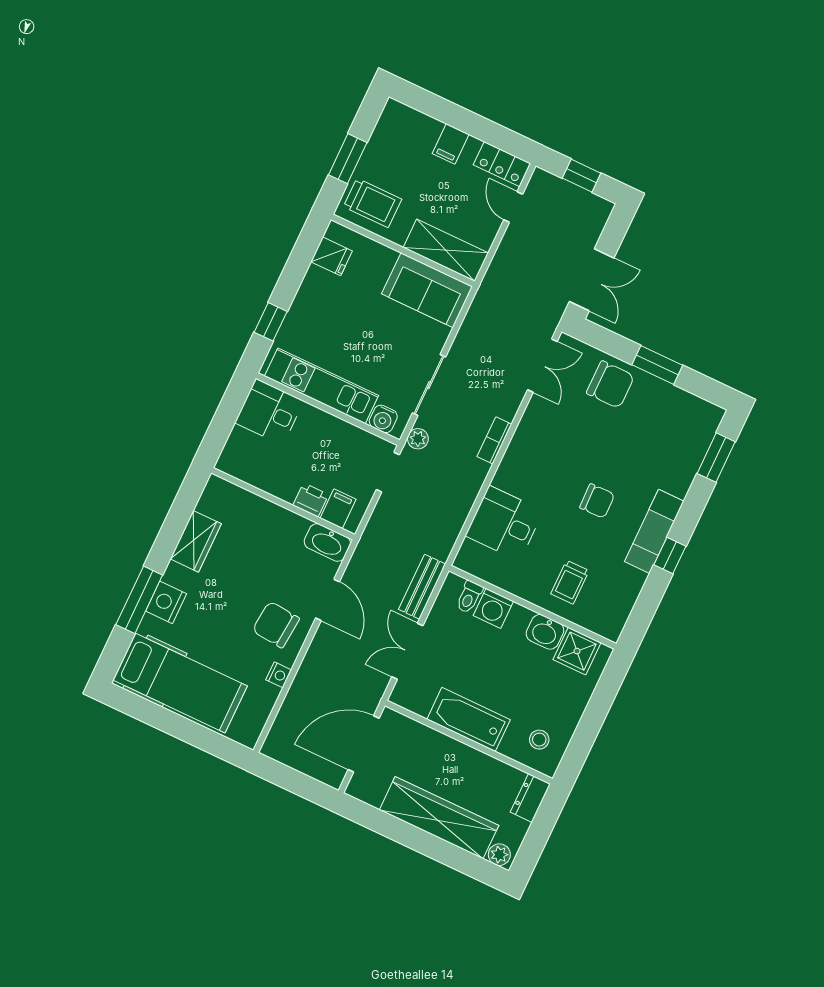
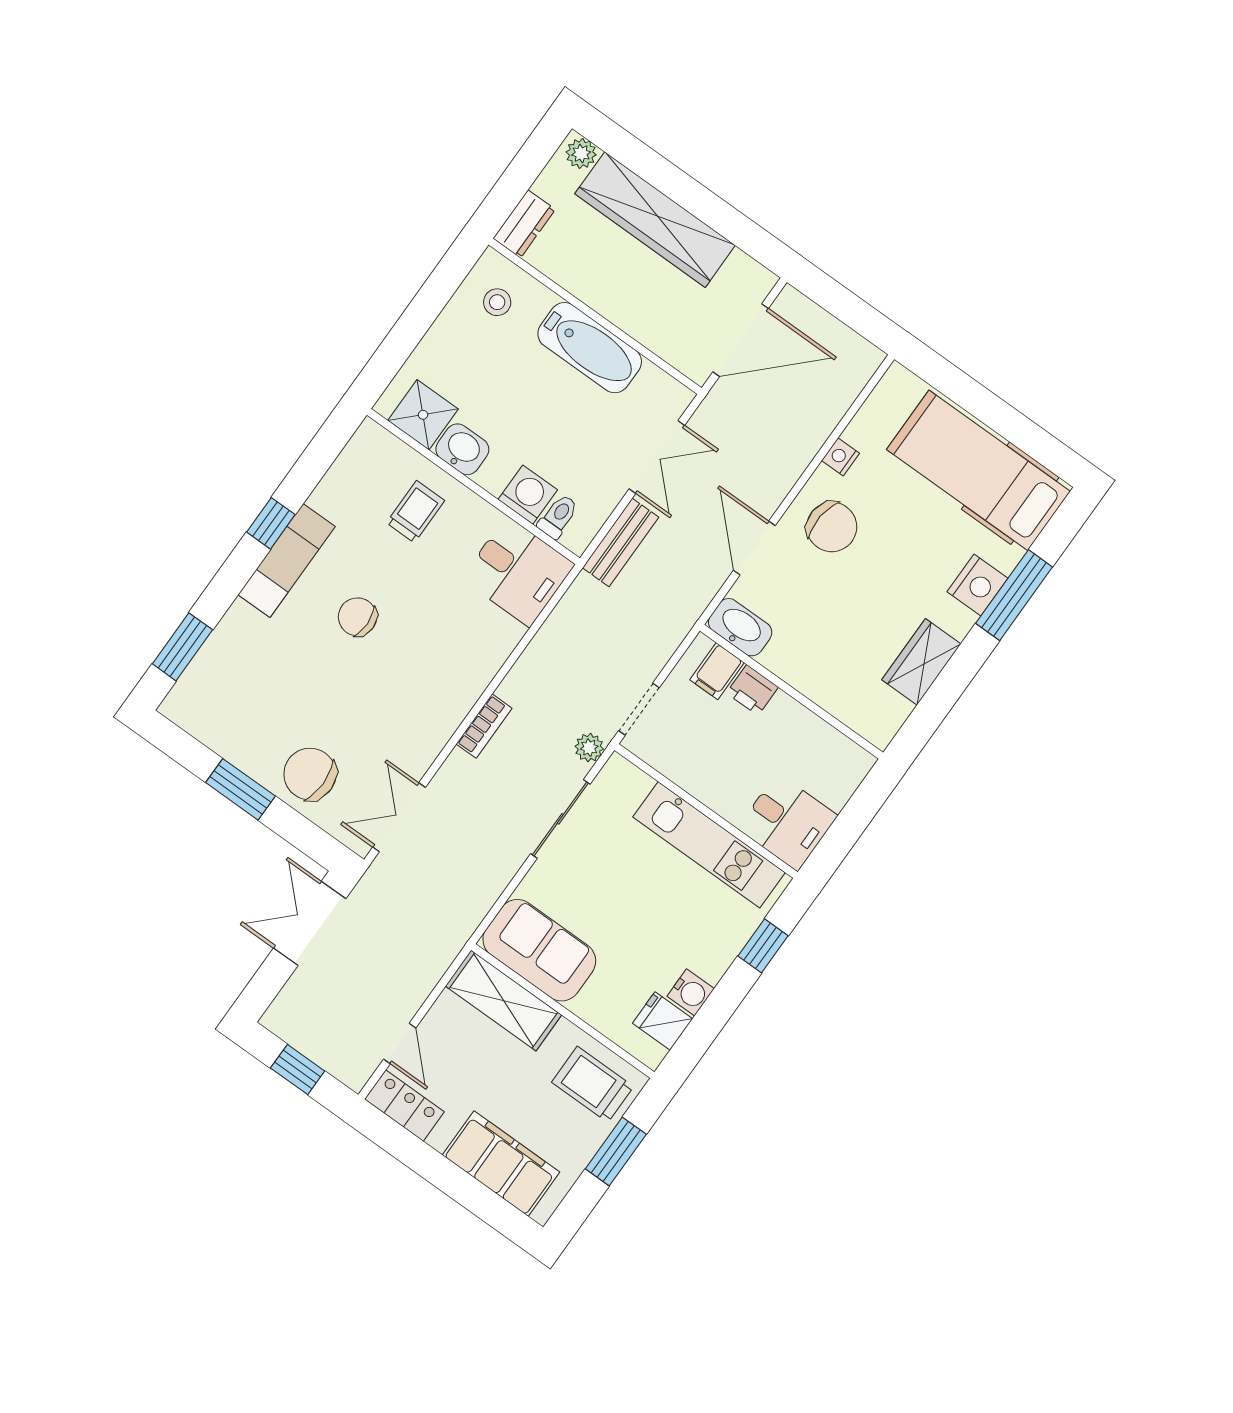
filing cabinet: (451, 144) -> (501, 1163), width x3.00, depth x1.17
water cooler: (383, 419) -> (691, 992), moved, turned 90
desk: (504, 523) -> (518, 572), moved

